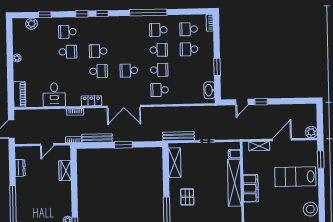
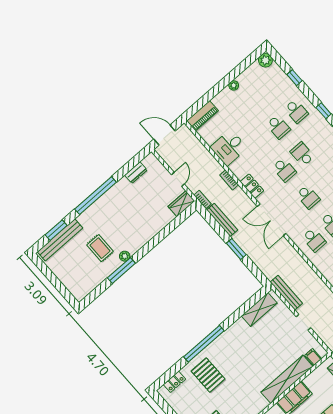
plant: (32, 24) -> (265, 60), moved
school desk: (67, 32) -> (296, 111), turned 180
school desk: (129, 71) -> (308, 197), turned 180
school desk: (160, 90) -> (314, 240), turned 180
door: (47, 145) -> (178, 179), swing flipped
wardrobe: (65, 170) -> (181, 204), moved
pallet: (187, 197) -> (238, 347), removed

